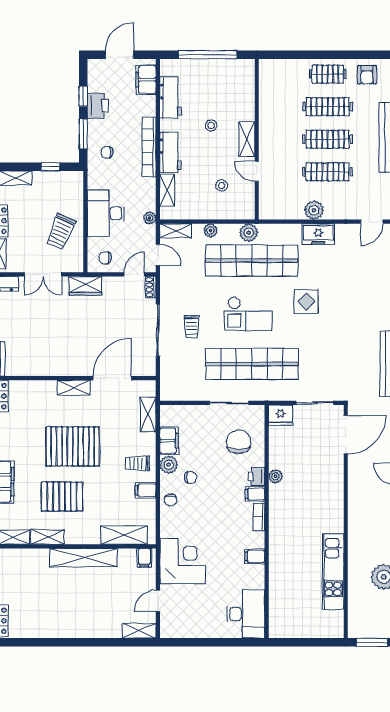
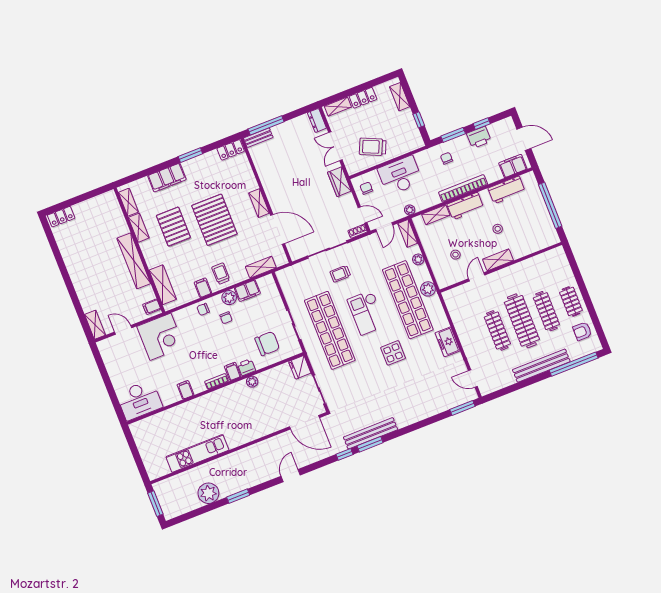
clothes rail: (328, 139) -> (522, 321), width x1.37, depth x1.31
plant: (314, 210) -> (464, 332), removed

